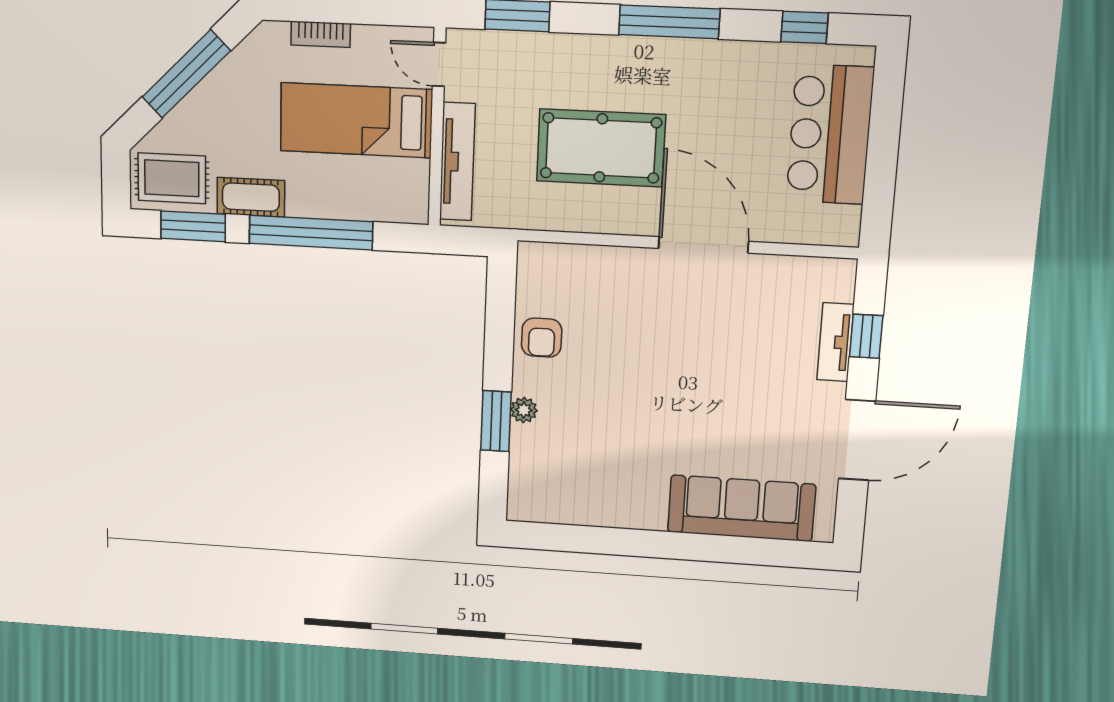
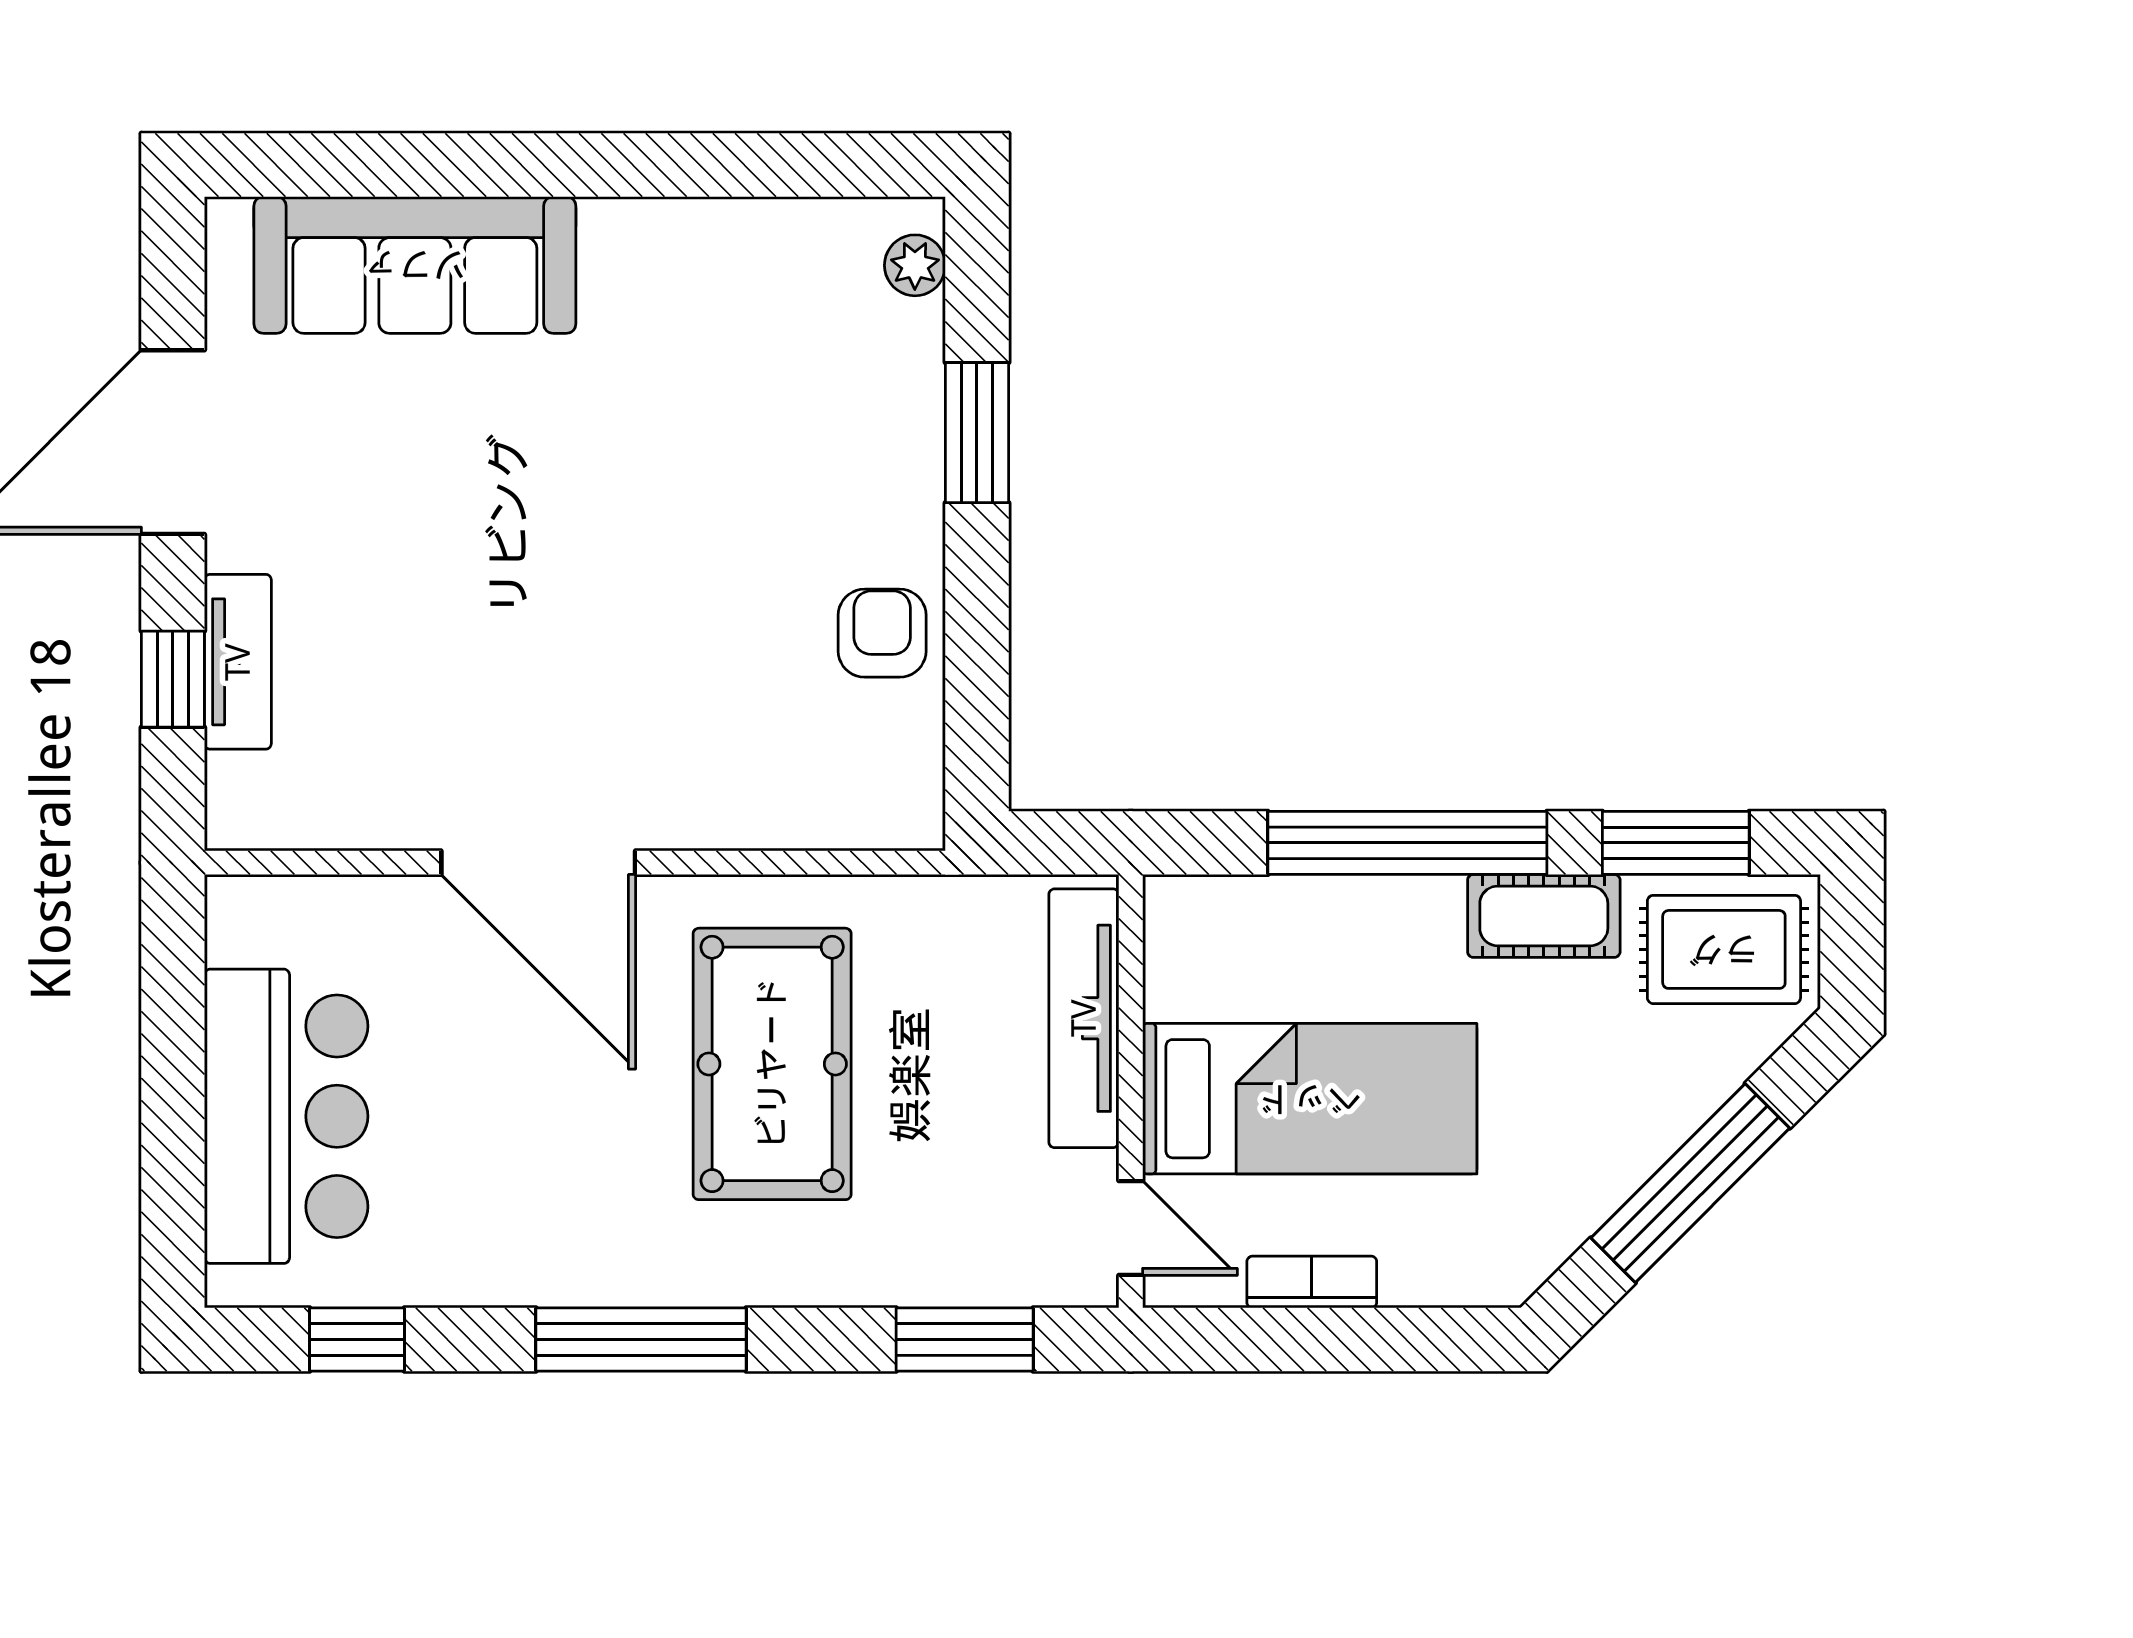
bookcase: (321, 34) -> (1312, 1282), moved
pool table: (601, 148) -> (772, 1064), turned 90
plant: (524, 410) -> (915, 265), moved

